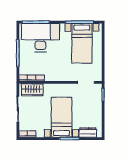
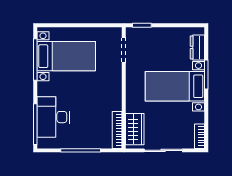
desk: (40, 38) -> (53, 117), width x0.73, depth x0.77

